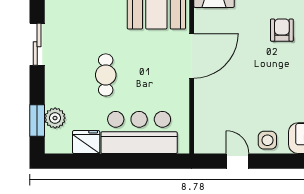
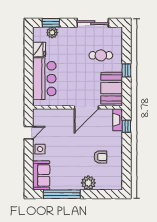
sliding door: (37, 44) -> (93, 23), width x1.37
door: (192, 56) -> (86, 107), hinge flipped
cafe table: (106, 75) -> (101, 55), moved

